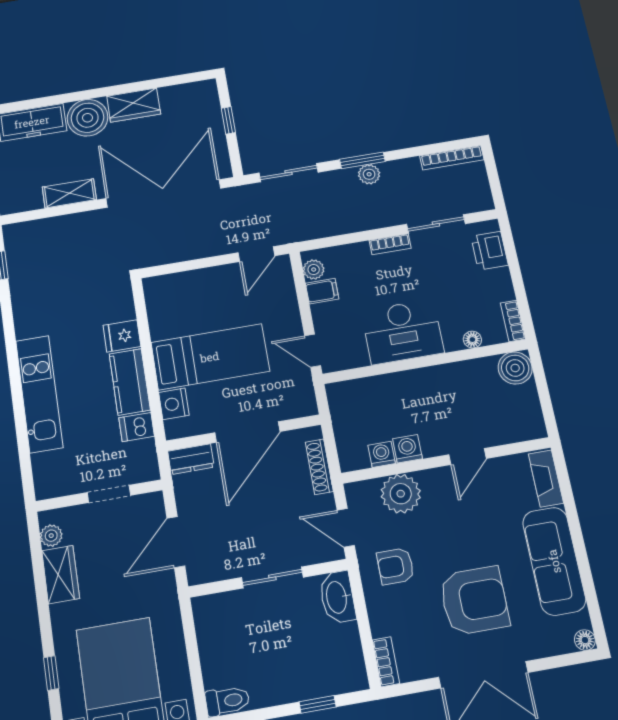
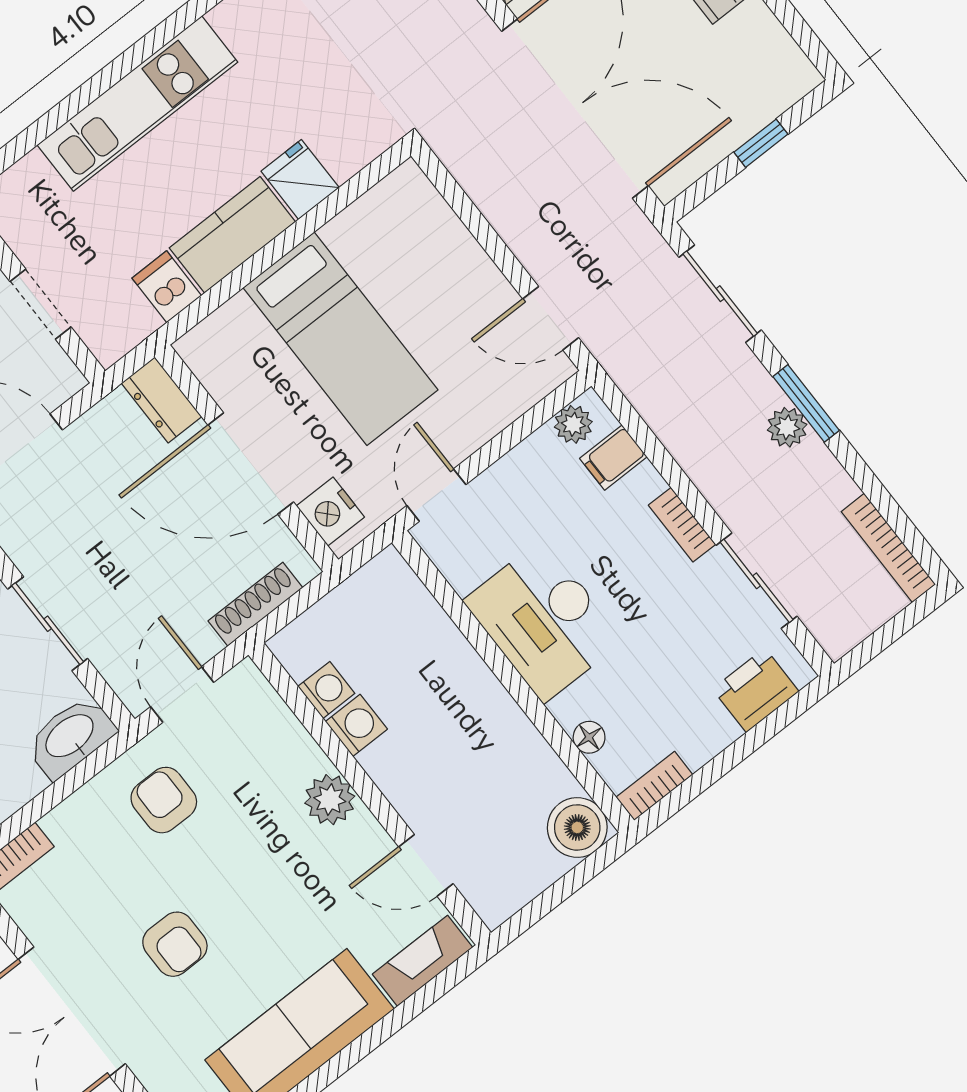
filing cabinet: (322, 291) -> (613, 458), moved, turned 90
nightstand: (174, 404) -> (330, 511), moved, turned -90
door: (468, 457) -> (426, 865), moved
plant: (401, 494) -> (330, 800), moved, width x0.73, depth x0.73
armchair: (474, 601) -> (175, 944), width x0.53, depth x0.53

